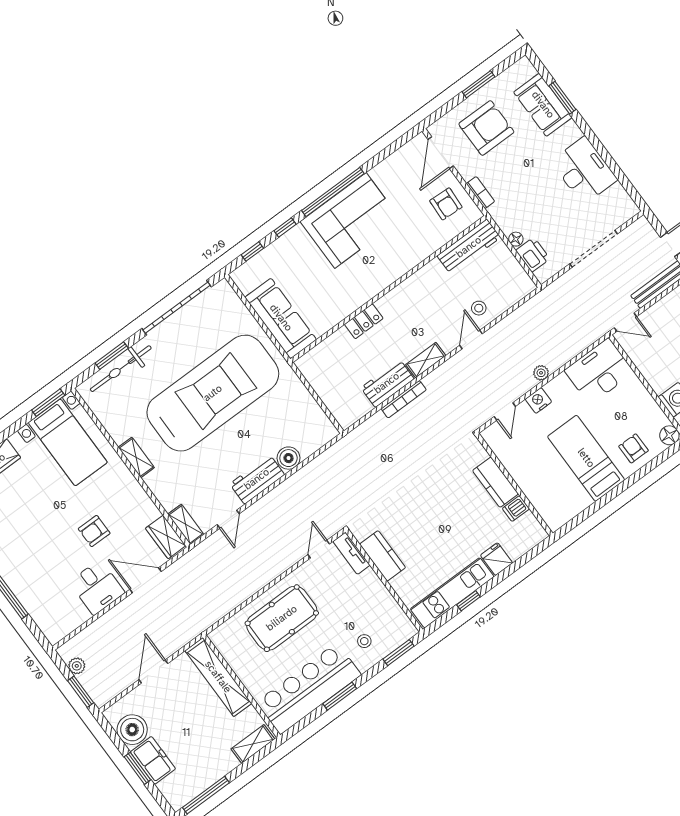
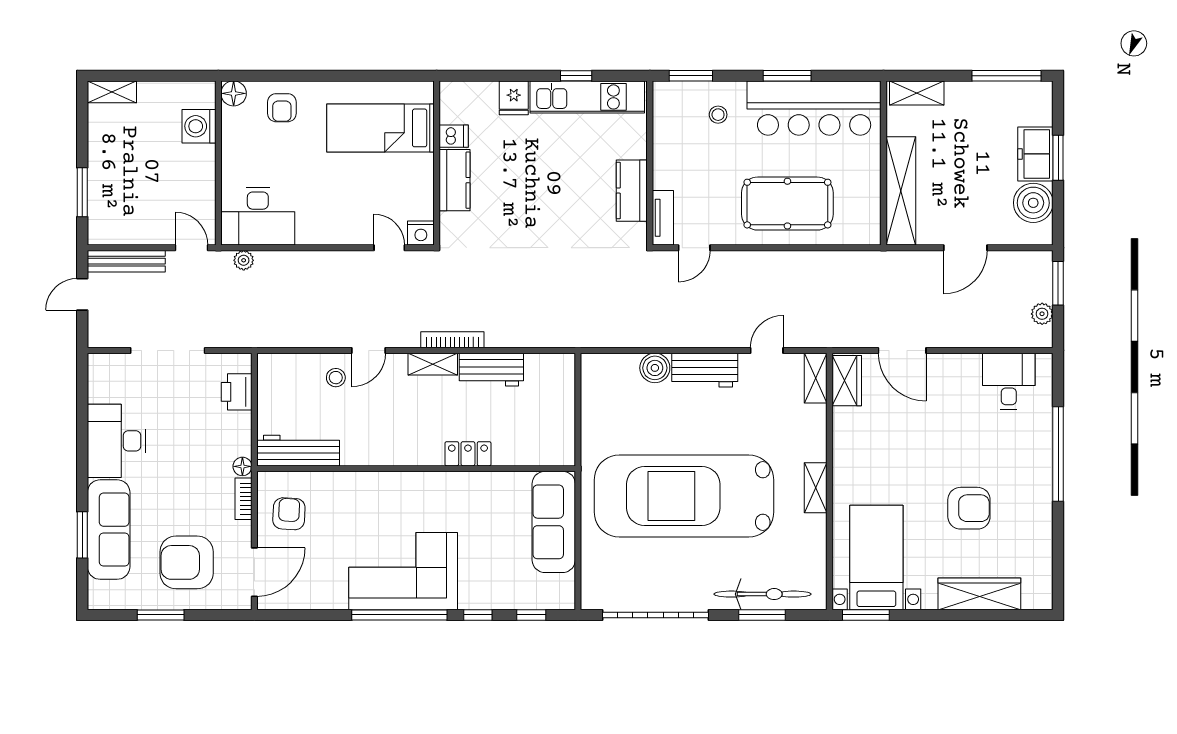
sofa: (543, 105) -> (109, 530), width x1.36
floor lamp: (516, 239) -> (242, 466), moved
plant: (541, 373) -> (244, 260), moved
bookcase: (404, 399) -> (452, 340), moved
nightstand: (538, 400) -> (421, 233), moved
door: (505, 411) -> (389, 248), hinge flipped
bed: (586, 458) -> (380, 128), moved, turned 90
armchair: (94, 531) -> (969, 508), moved, width x1.38, depth x1.38
desk: (97, 587) -> (1009, 381), moved

